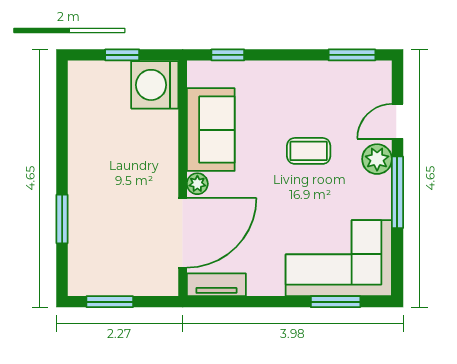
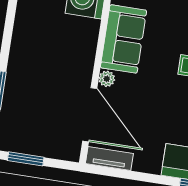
door: (183, 233) -> (90, 115), hinge flipped

